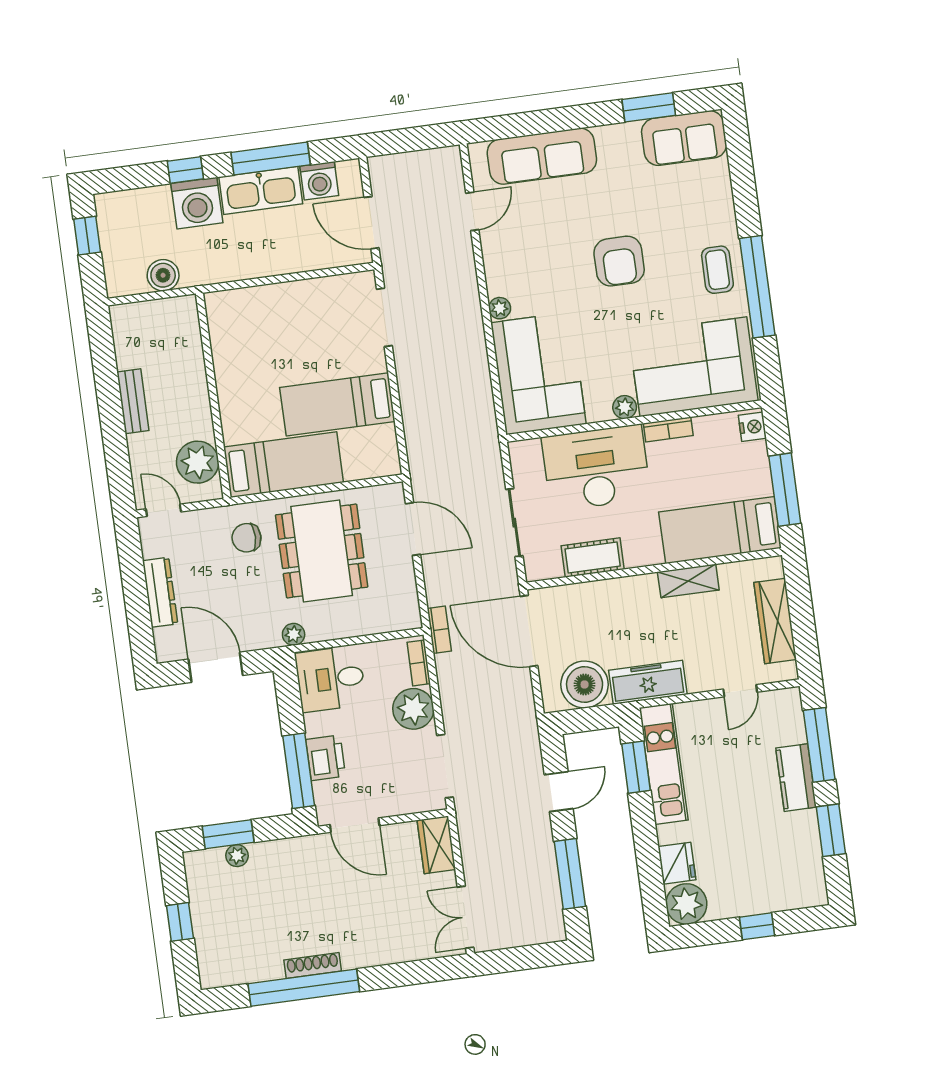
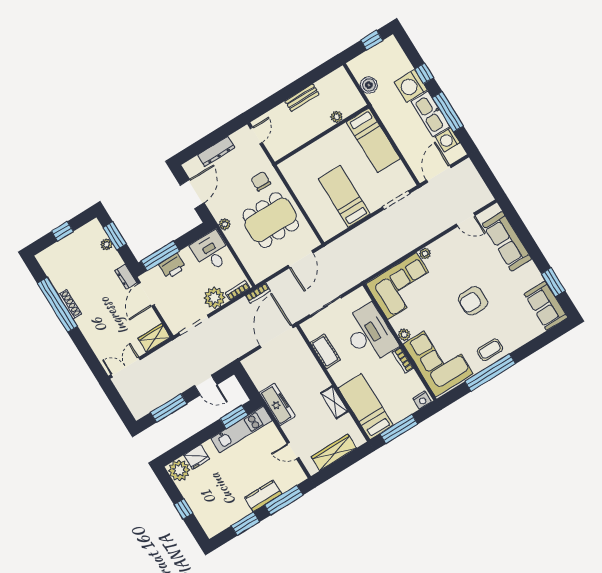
plant: (198, 462) -> (337, 117), moved, width x0.53, depth x0.53
bed: (284, 465) -> (373, 140), moved
boiler: (585, 685) -> (263, 375), removed
dresser: (308, 847) -> (126, 277), added

